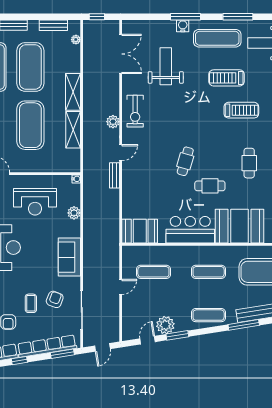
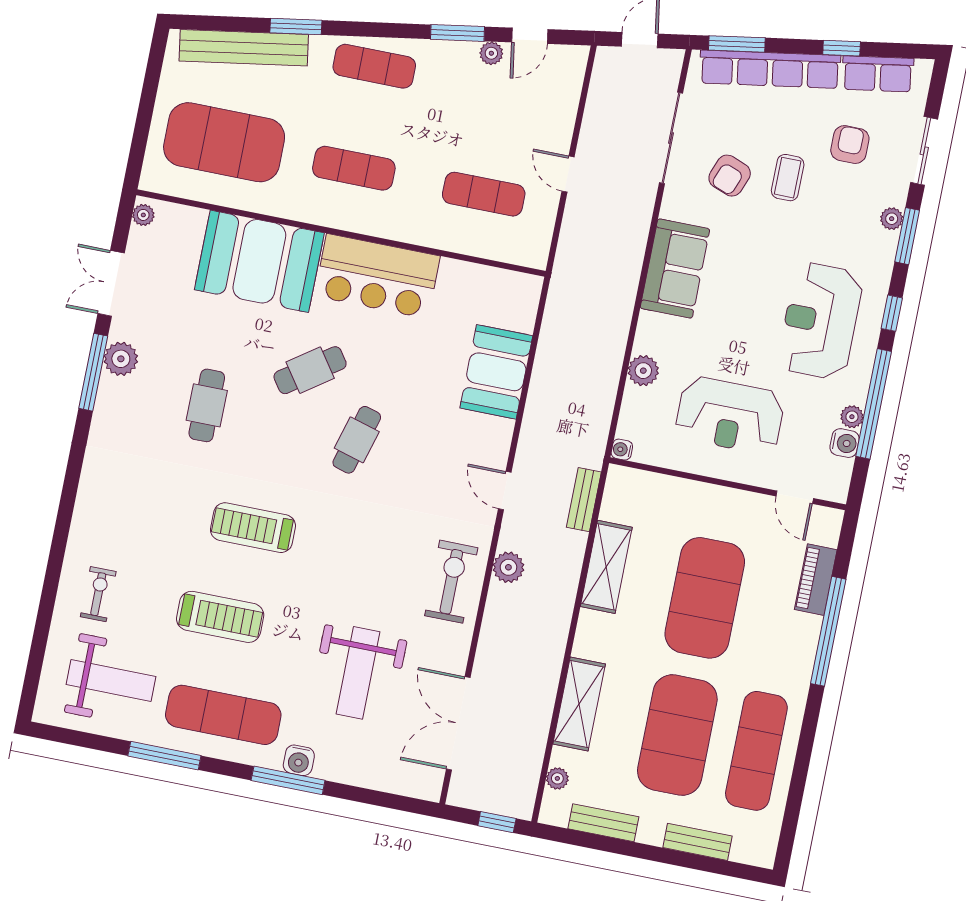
shelving: (73, 92) -> (579, 704), moved
treadmill: (241, 110) -> (253, 528), moved
door: (121, 153) -> (505, 491), hinge flipped
bench: (115, 175) -> (584, 500), moved
cafe table: (210, 186) -> (310, 370), turned -35
reception desk: (35, 202) -> (730, 415), turned 180
booth: (140, 231) -> (496, 372), moved, turned 90
door: (121, 287) -> (568, 174), hinge flipped
plant: (165, 325) -> (491, 53), width x0.53, depth x0.53
window: (244, 325) -> (296, 27), width x0.69

